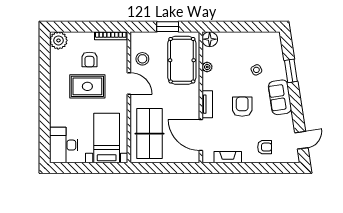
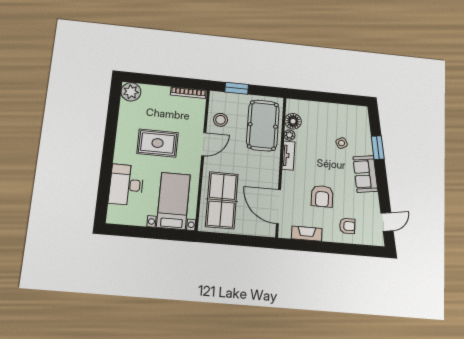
window: (168, 27) -> (237, 88), moved
floor lamp: (210, 39) -> (293, 121), moved
armchair: (89, 59) -> (163, 115), removed
door: (129, 83) -> (204, 144), hinge flipped
tv unit: (207, 104) -> (288, 156), moved
armchair: (242, 107) -> (322, 196), moved, turned 180
desk: (64, 145) -> (126, 185), moved

